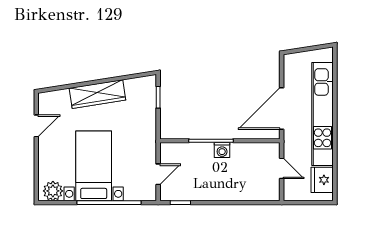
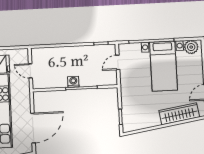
wardrobe: (97, 94) -> (179, 114), moved
door: (282, 109) -> (33, 128), moved

